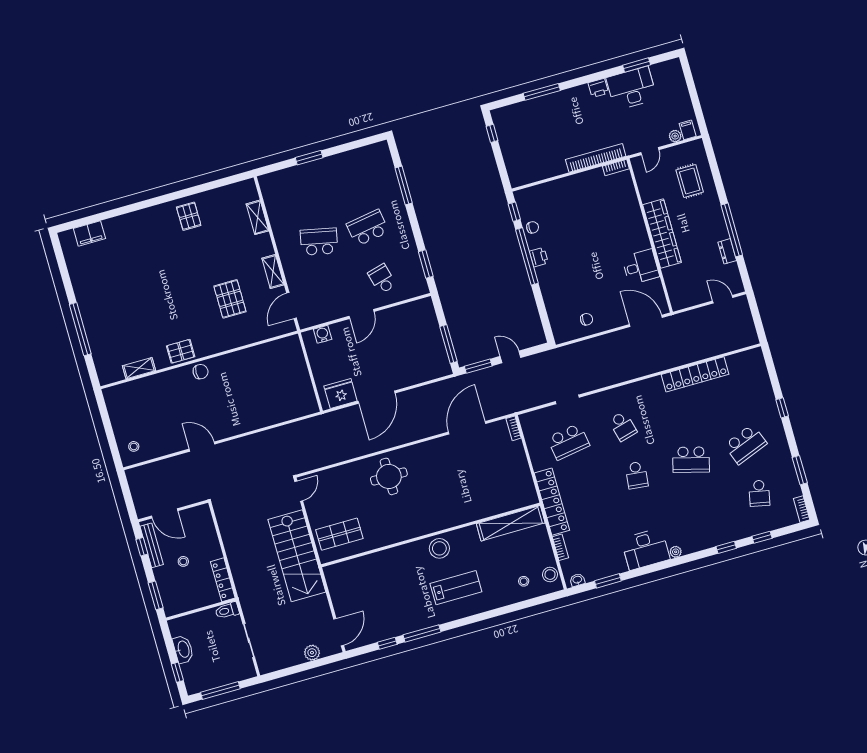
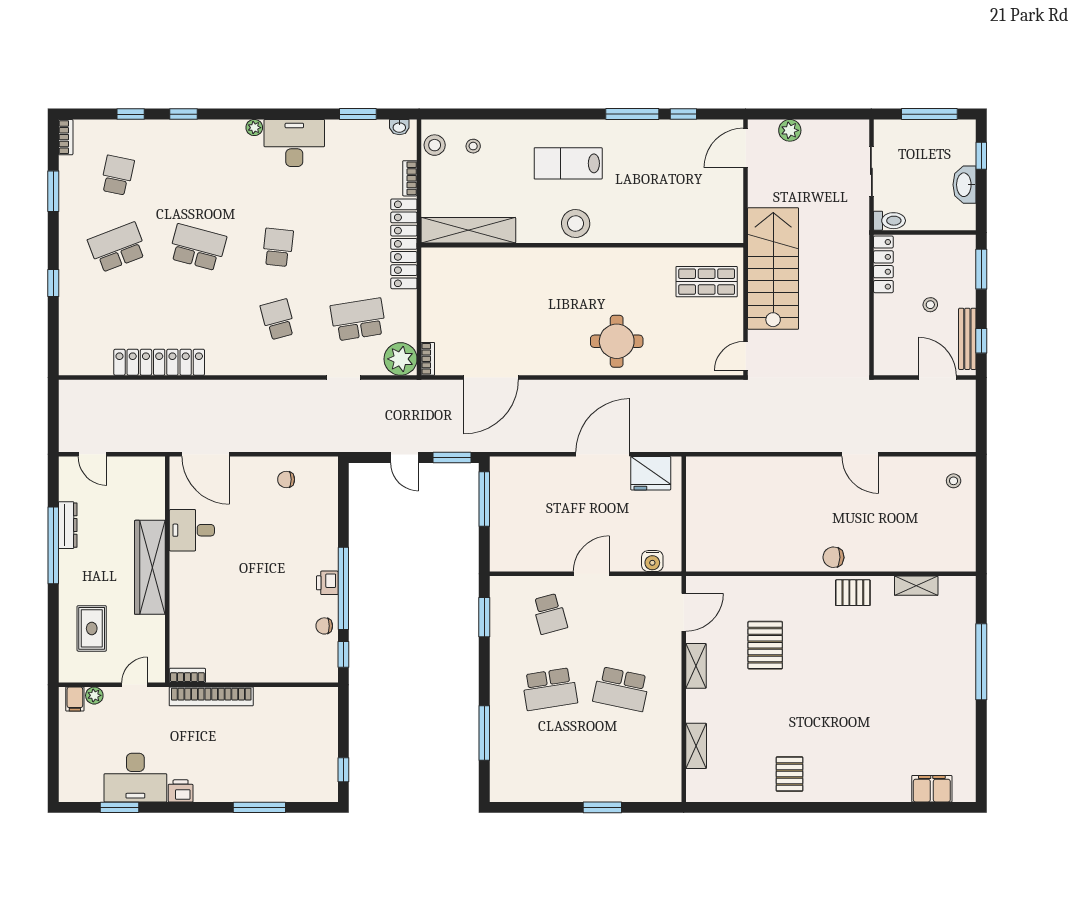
dresser: (727, 251) -> (68, 525), width x1.44
plant: (532, 423) -> (401, 359), added

